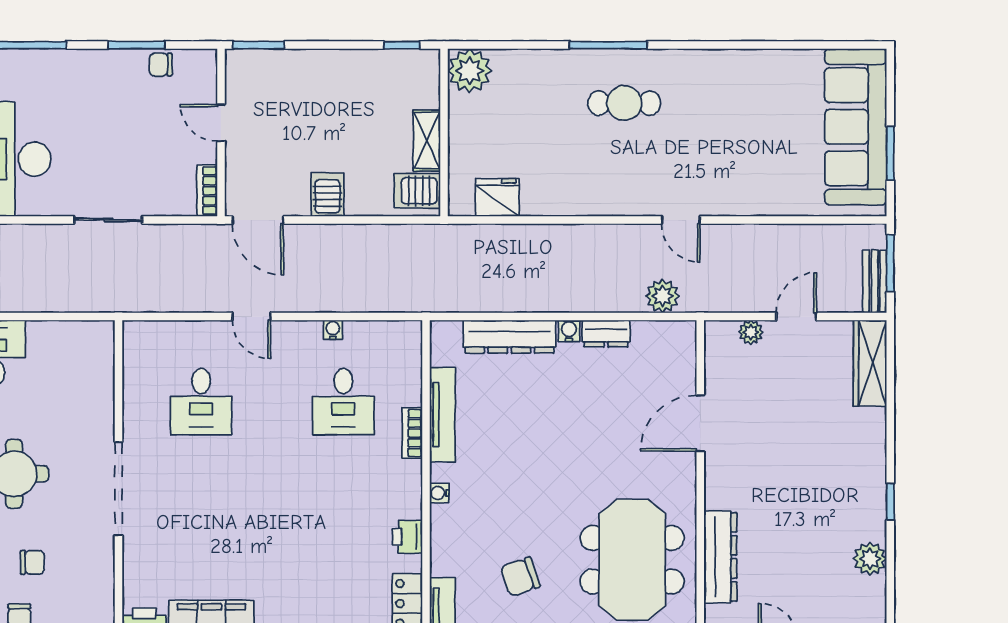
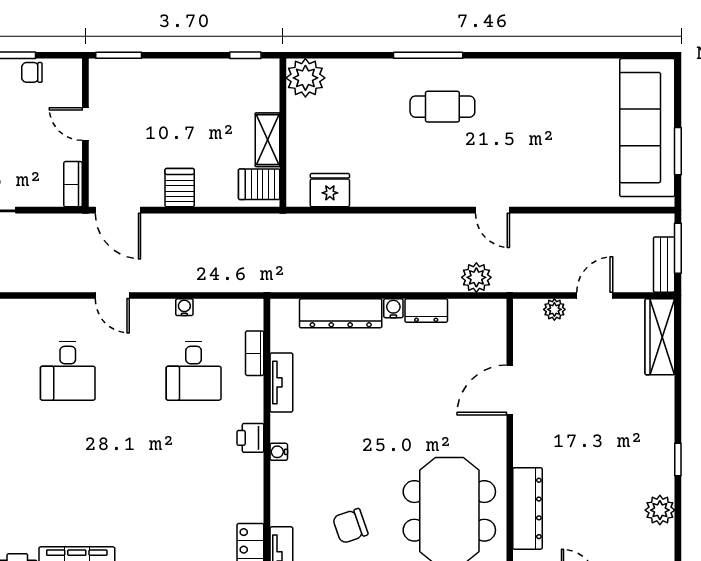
tv unit: (442, 415) -> (281, 382), width x0.71
bookcase: (412, 433) -> (255, 353), moved
printer: (407, 537) -> (250, 438), moved

